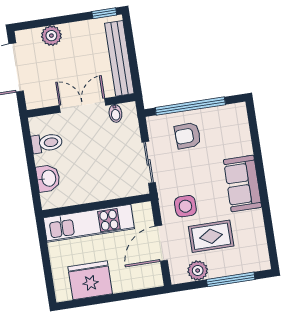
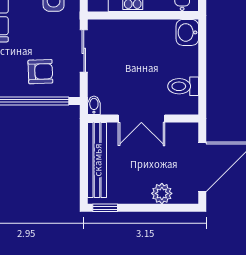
bidet: (115, 113) -> (94, 105), moved
washbasin: (48, 178) -> (187, 32), moved

